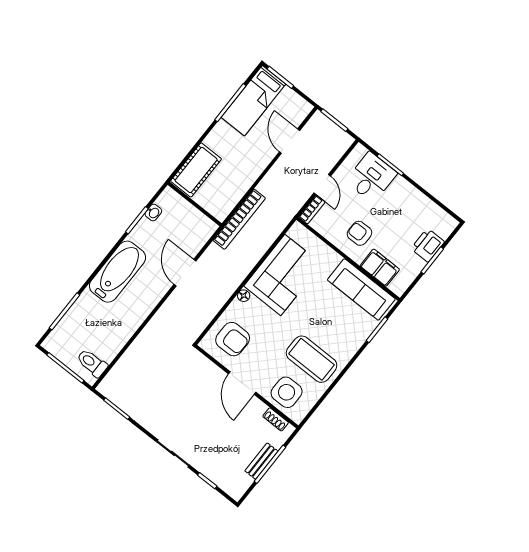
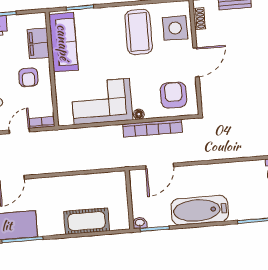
wall: (195, 204) -> (129, 200), moved
bookcase: (239, 219) -> (152, 128), moved, turned 180

